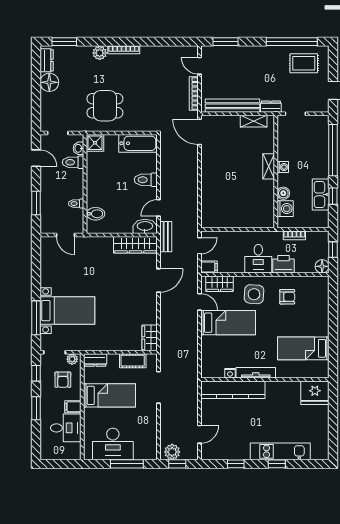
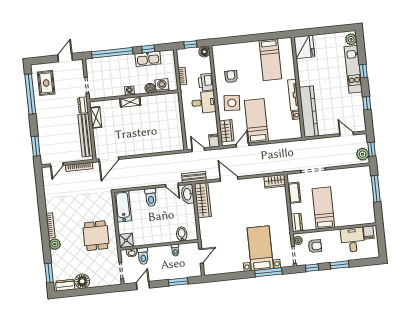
filing cabinet: (73, 407) -> (369, 232), moved
desk: (113, 444) -> (361, 201), removed
plant: (318, 453) -> (351, 39), added

